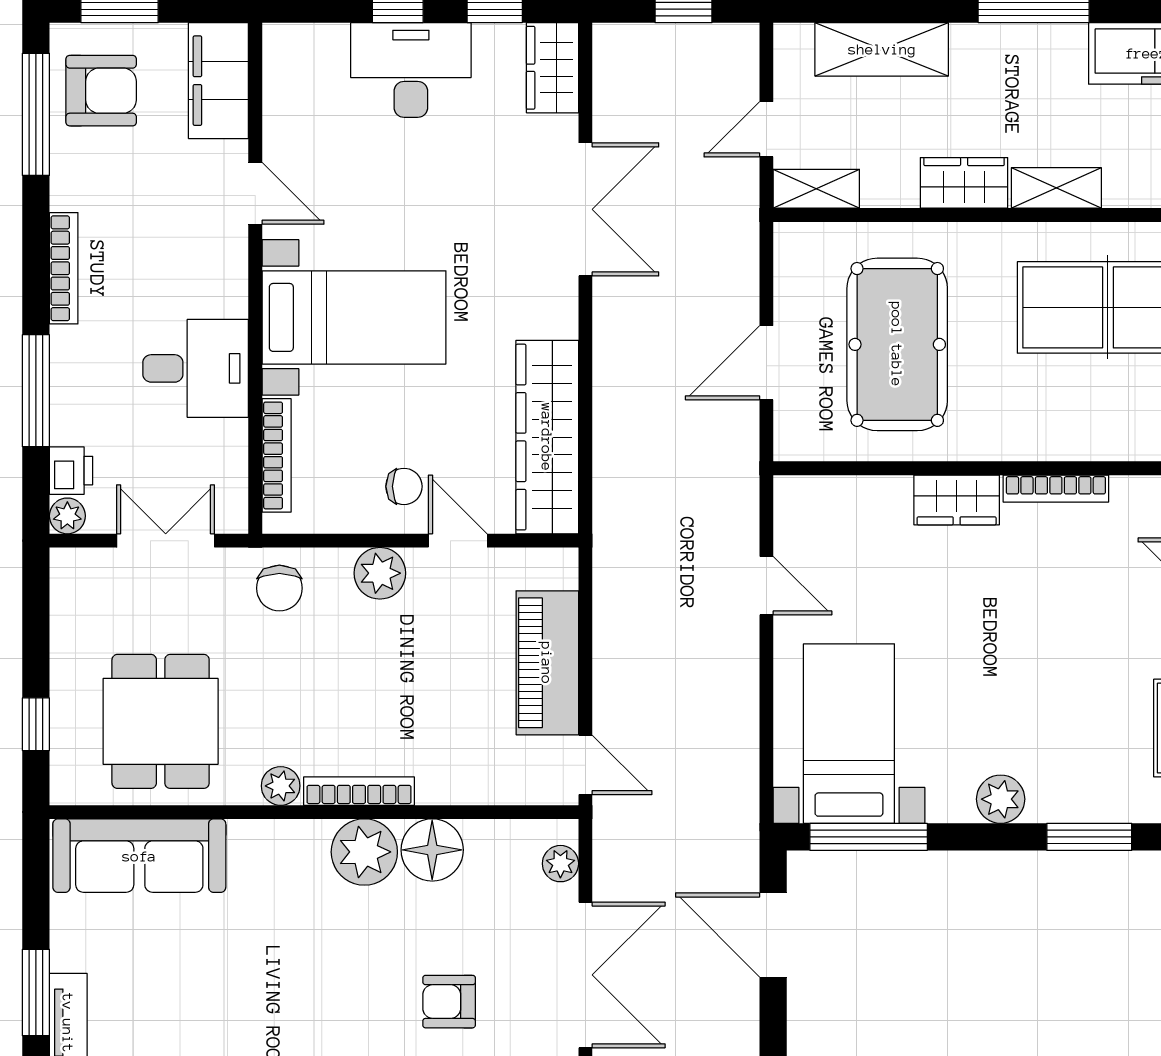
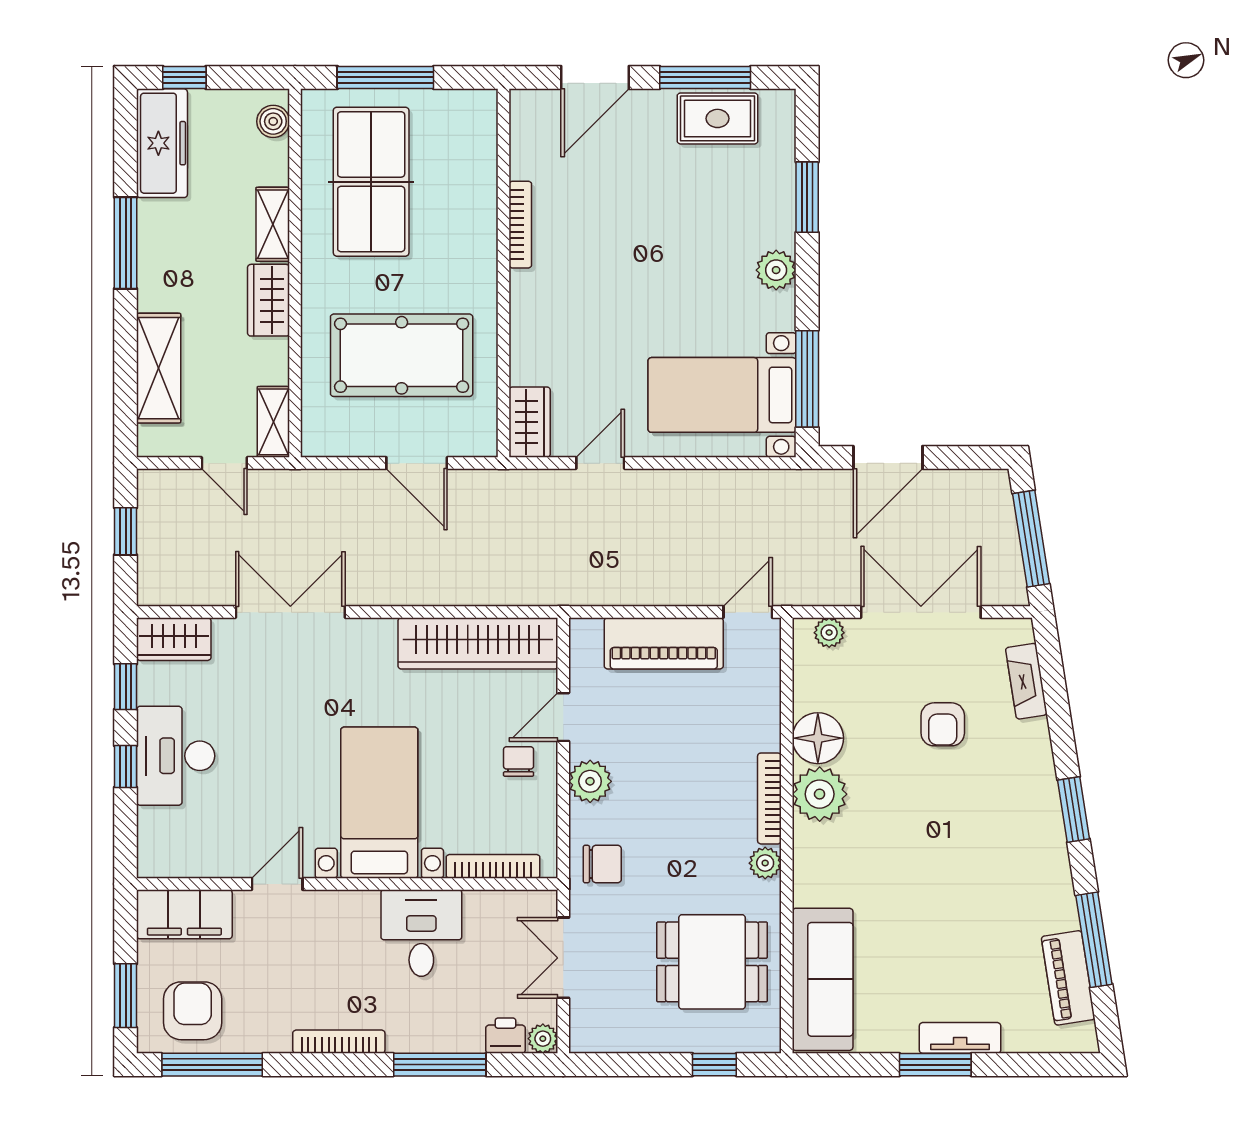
wardrobe: (957, 500) -> (530, 422), moved

